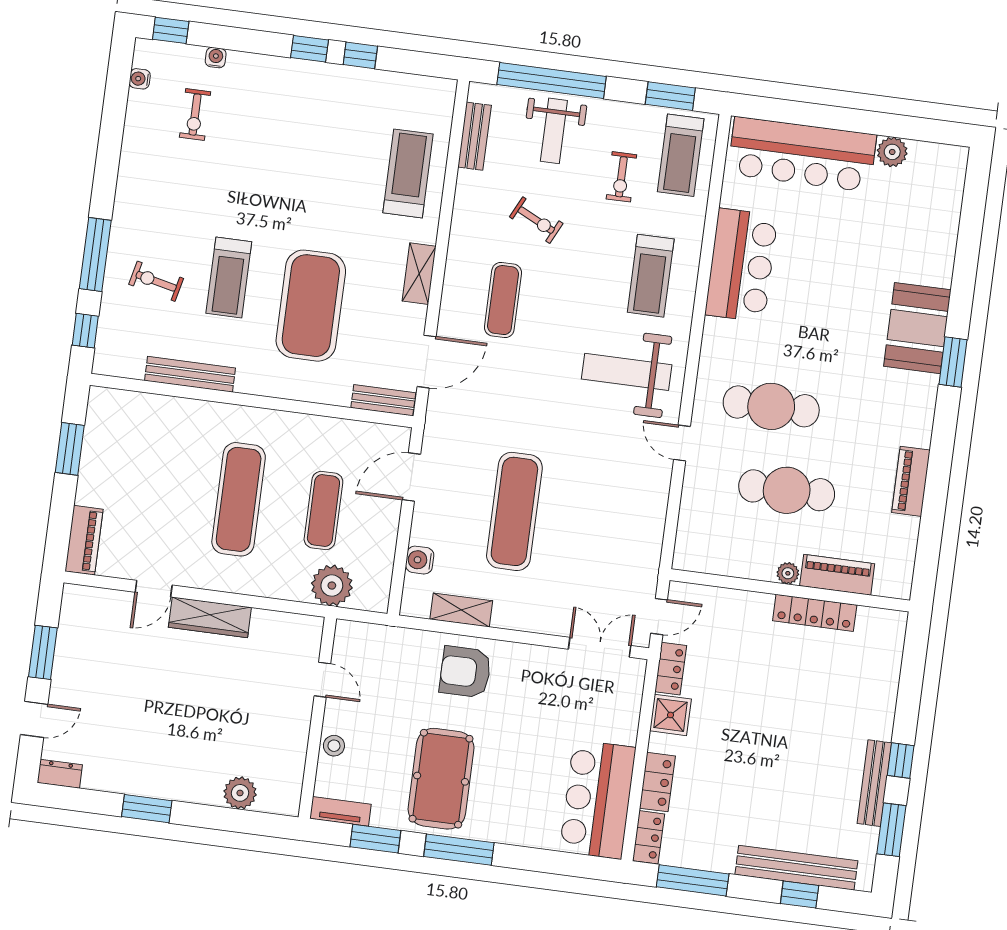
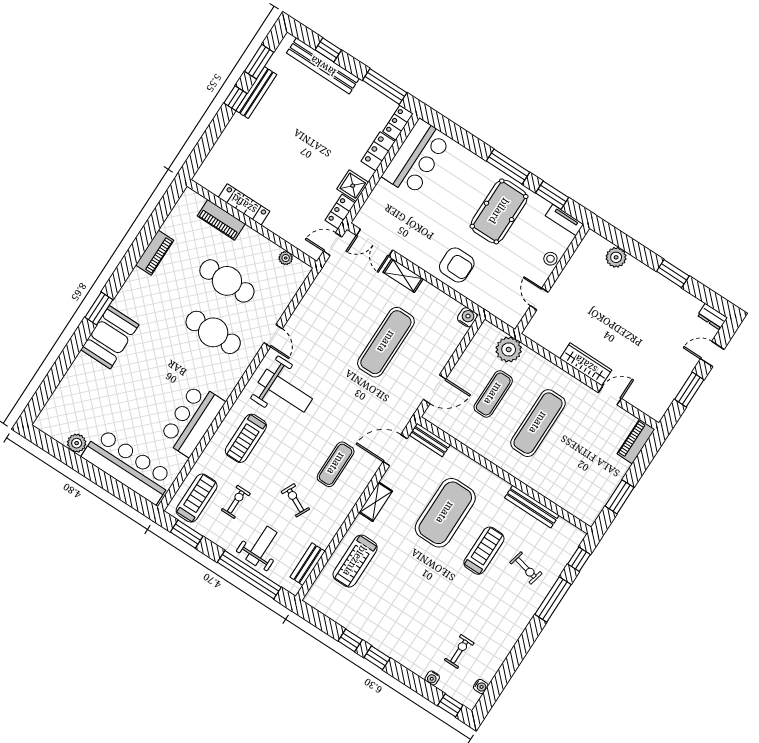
treadmill: (651, 276) -> (246, 438), turned 180
water cooler: (420, 560) -> (467, 317), moved, turned -90
plant: (788, 573) -> (286, 258), moved
shelving: (461, 610) -> (403, 276), moved

